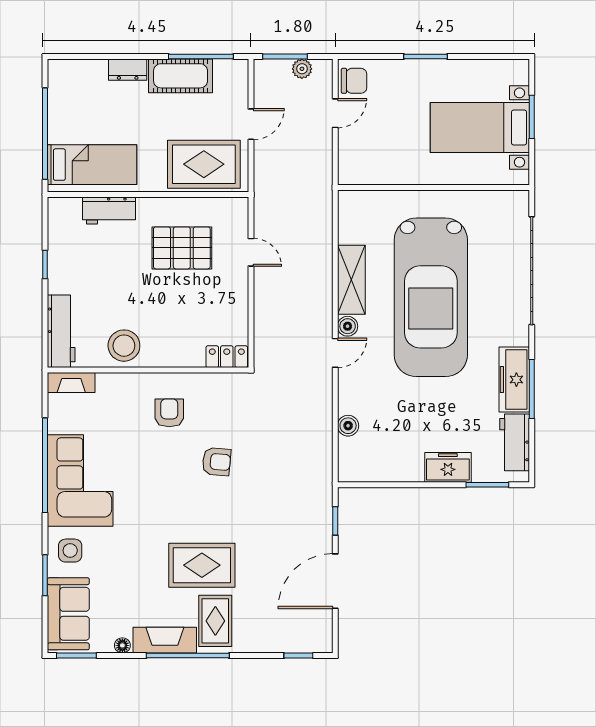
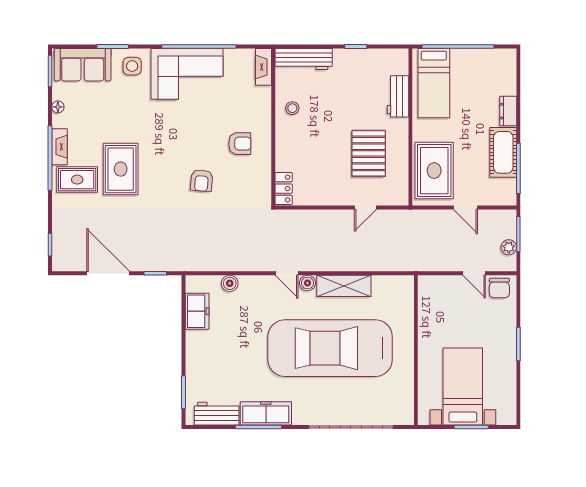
stool: (124, 346) -> (292, 108), width x0.53, depth x0.53
freezer: (448, 467) -> (197, 311), moved
fireplace: (165, 640) -> (60, 147), width x0.73, depth x0.76

